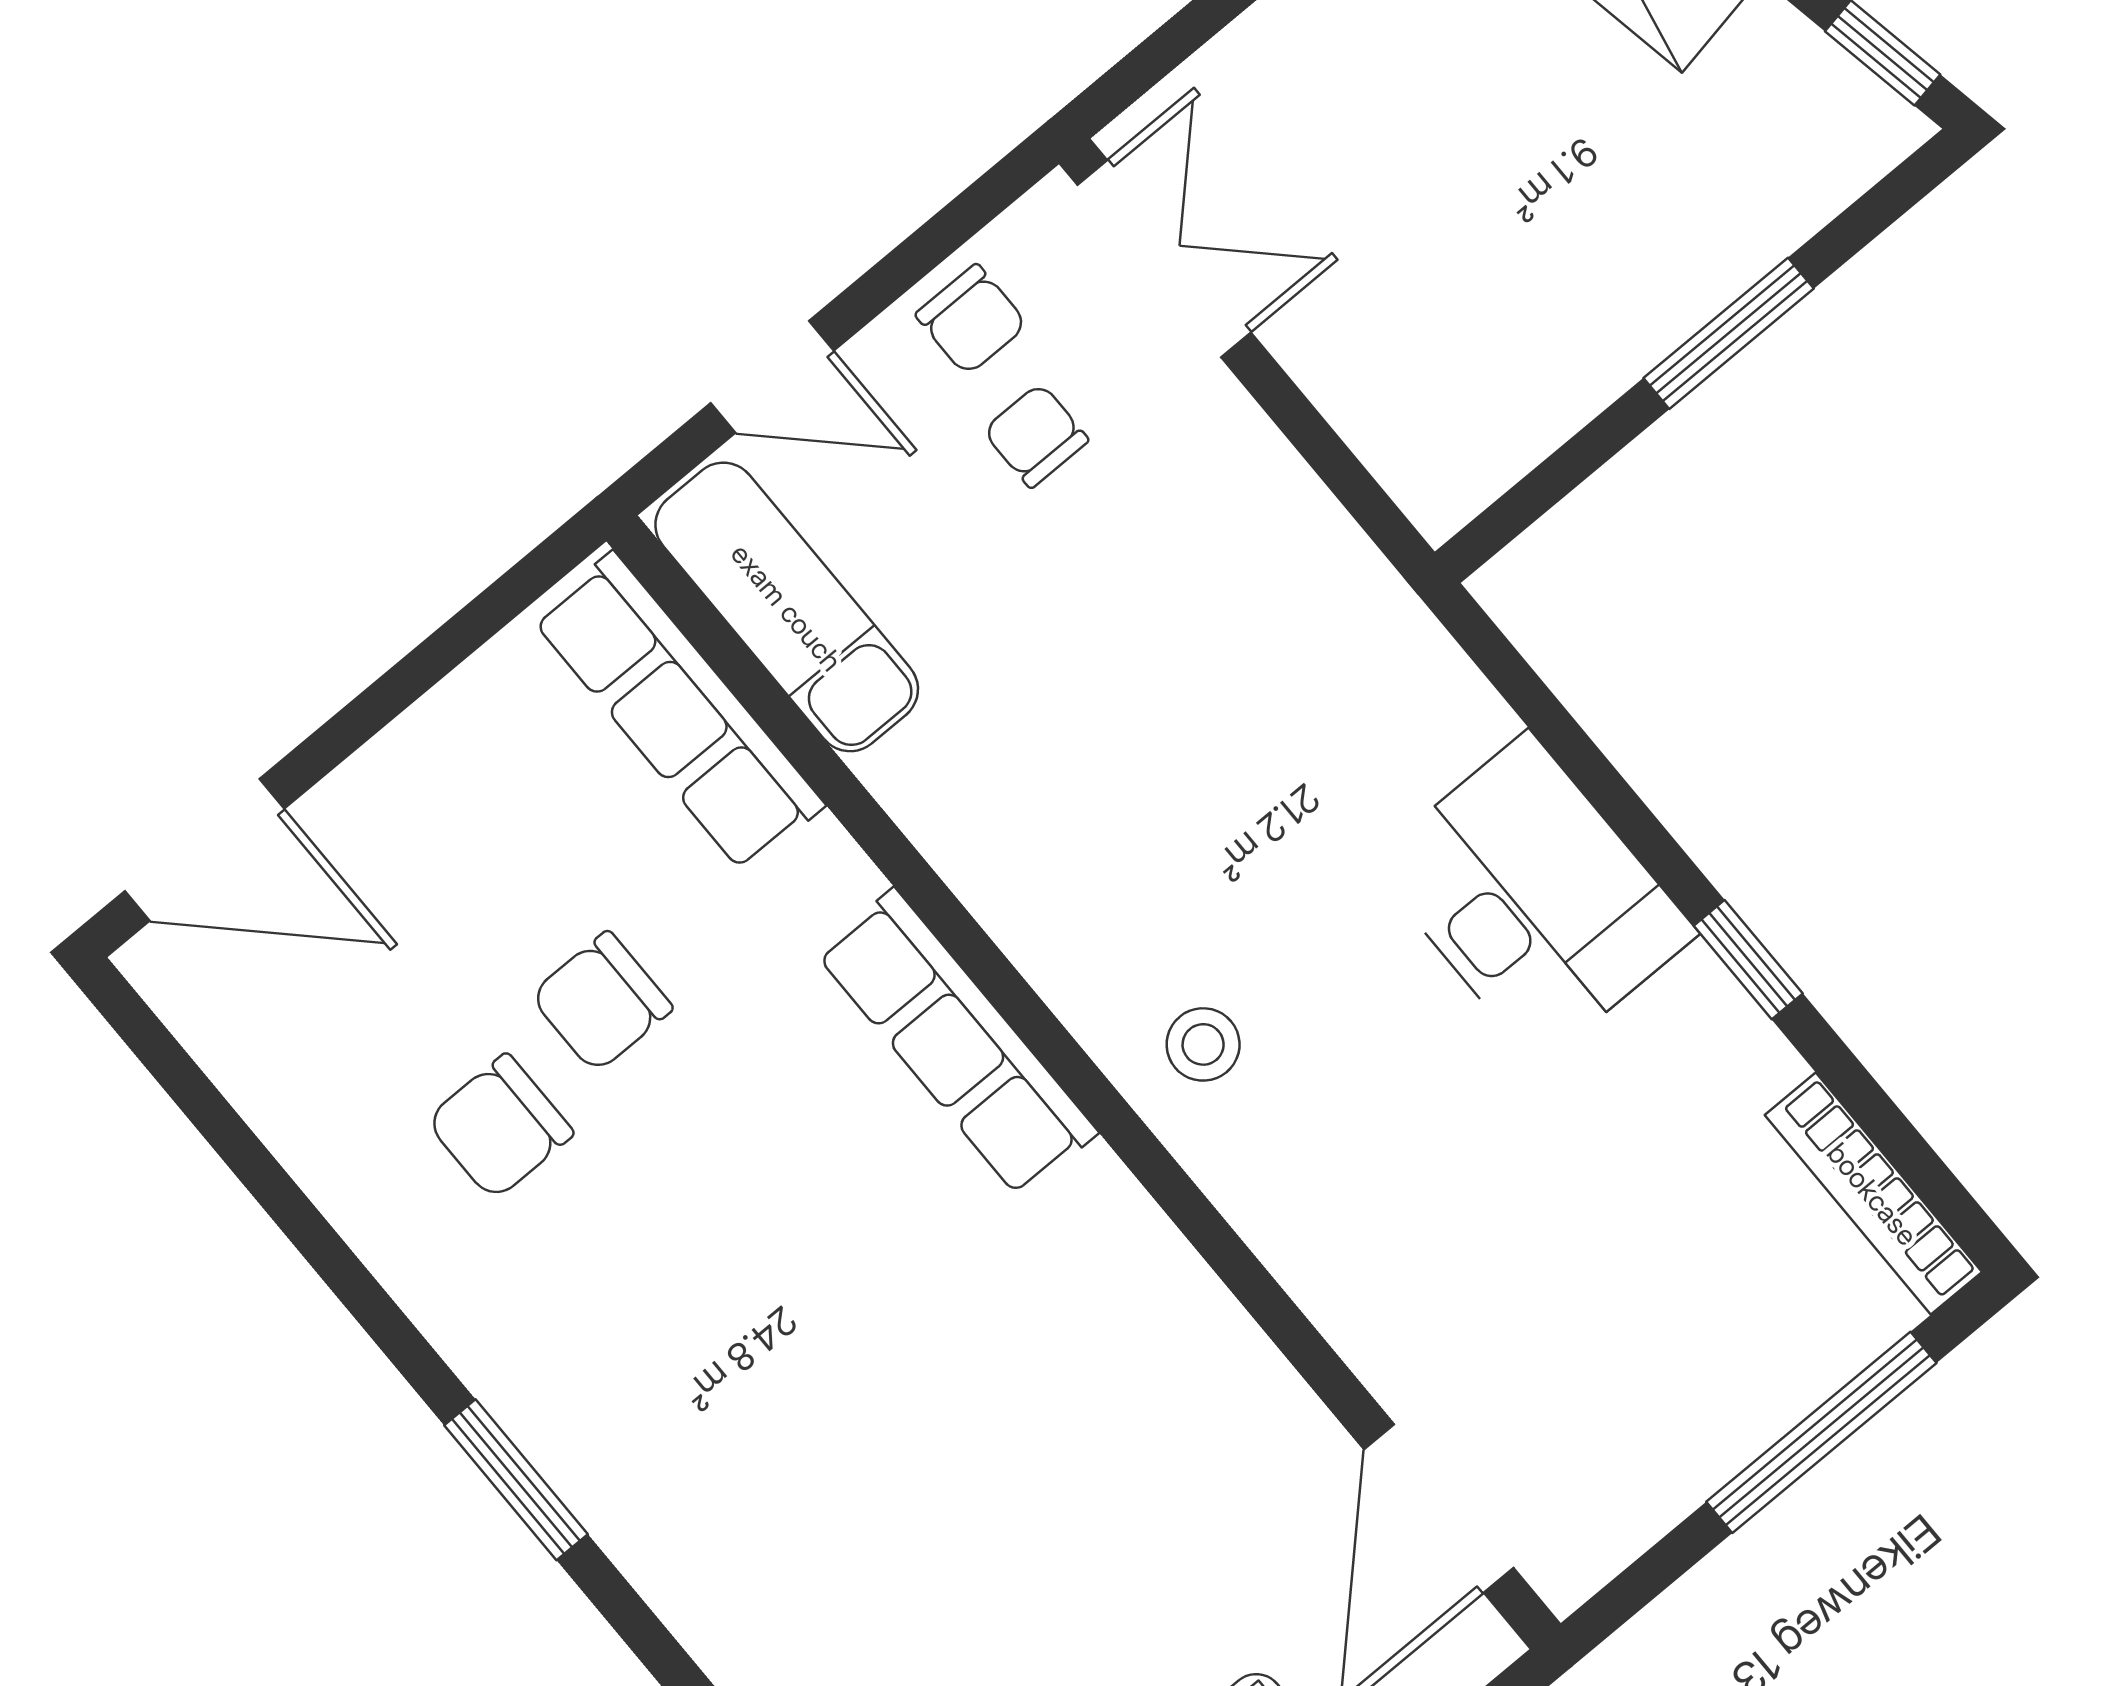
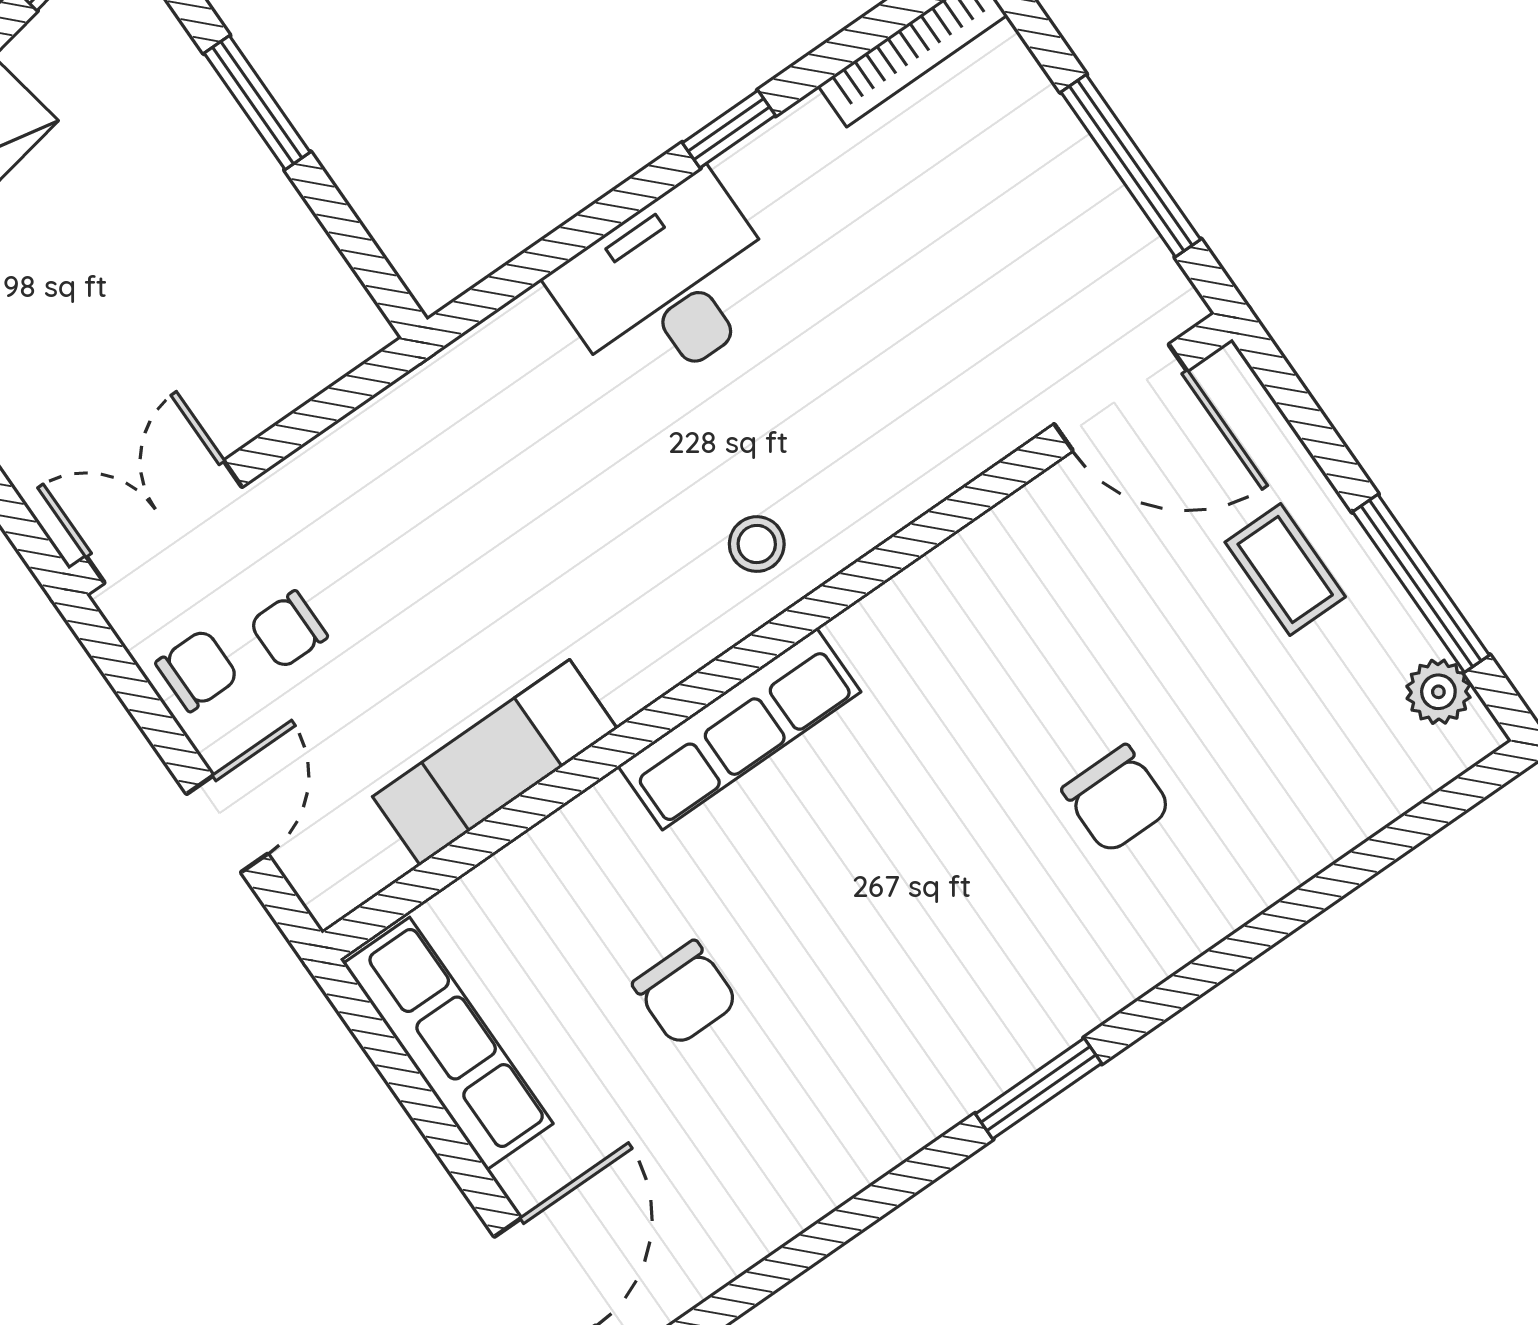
exam couch: (787, 607) -> (495, 763), moved
row of seats: (678, 712) -> (448, 1044), moved, turned -90
chair: (500, 1127) -> (1116, 799), moved
window: (1821, 1432) -> (1131, 166), moved

